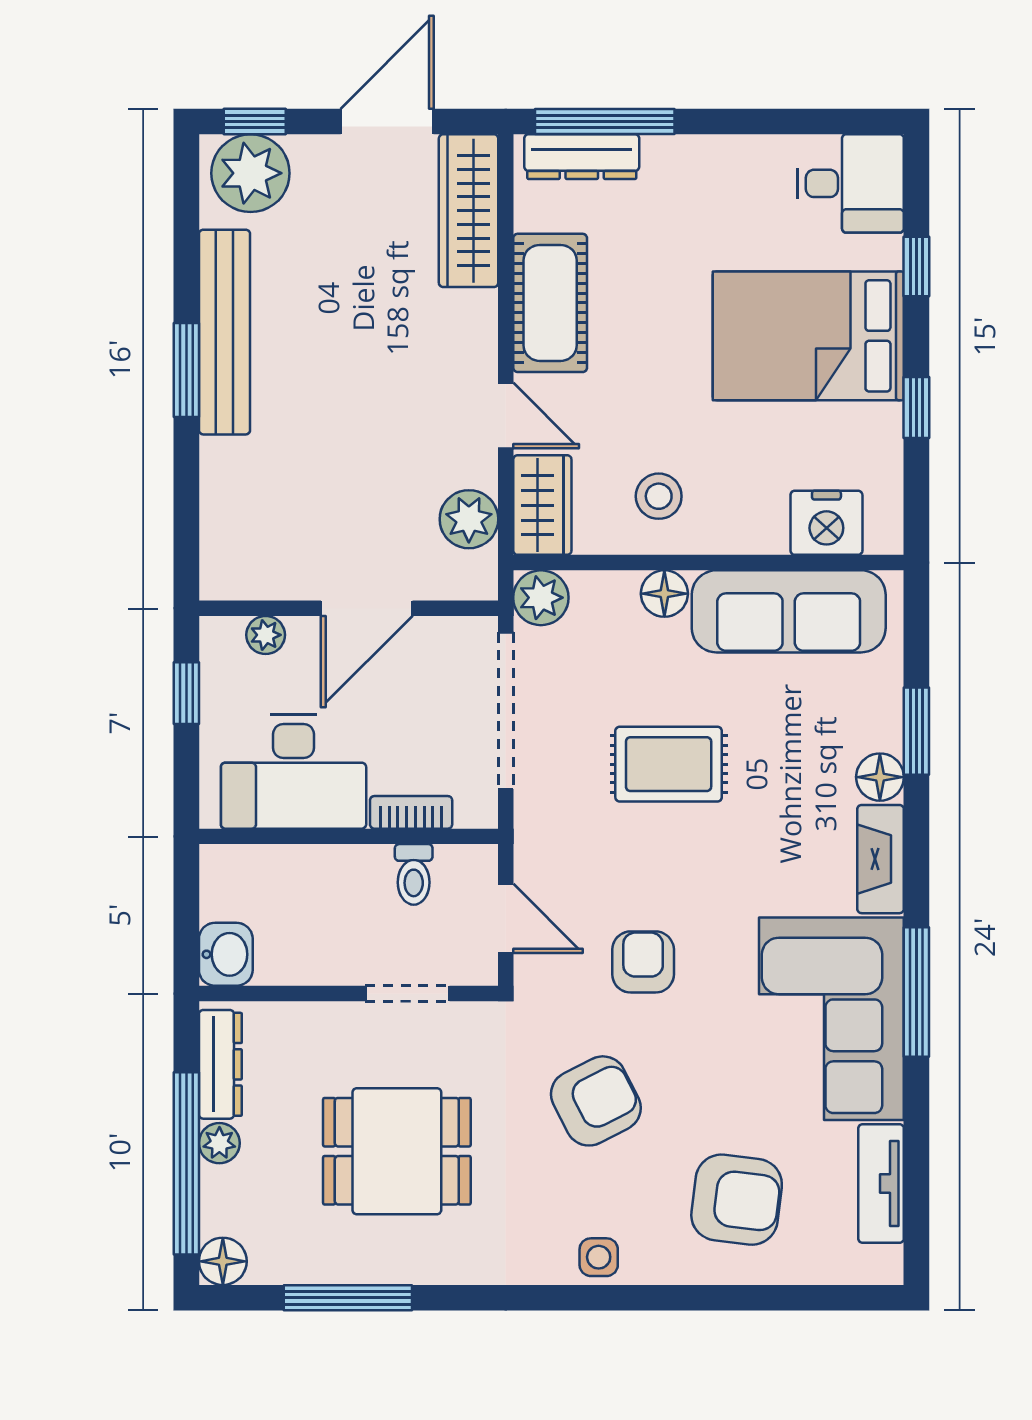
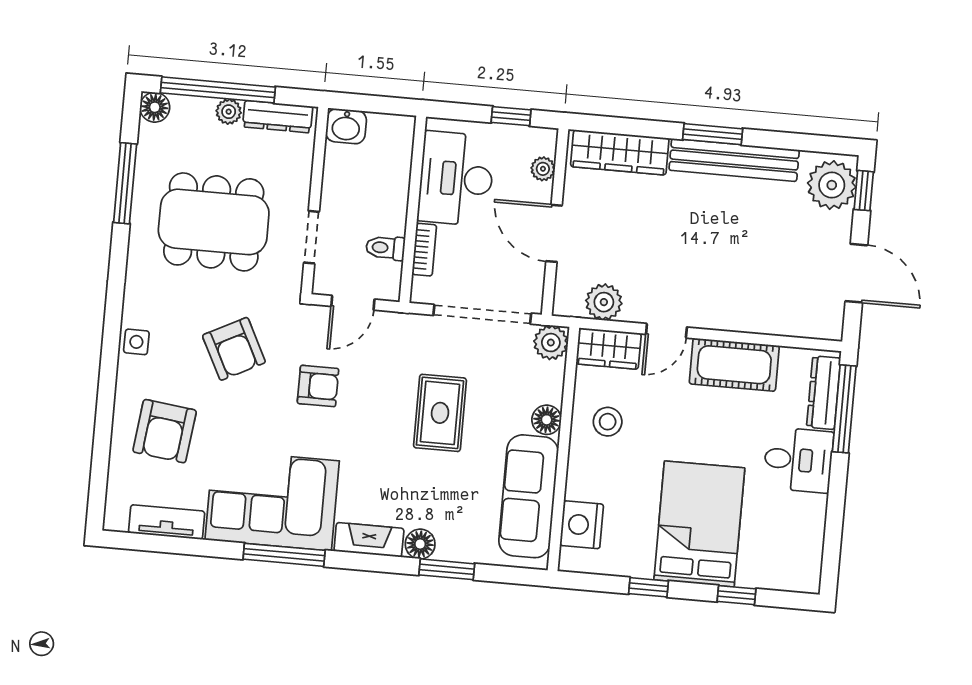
desk: (851, 183) -> (798, 460), moved, turned -90
wardrobe: (469, 211) -> (620, 152), moved, turned 180
dining table: (397, 1151) -> (214, 222), width x1.38

